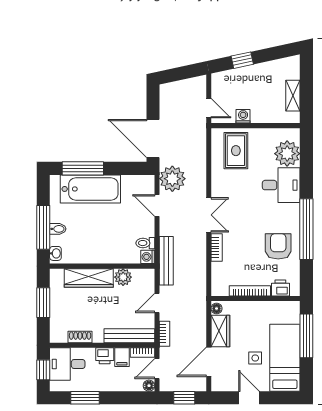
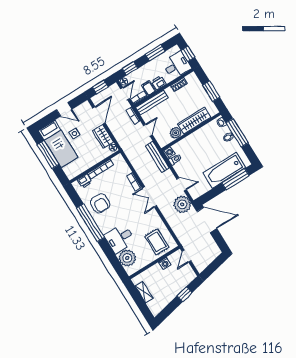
door: (209, 108) -> (186, 256), hinge flipped
window: (306, 336) -> (48, 155), moved
window: (130, 398) -> (130, 68), added

